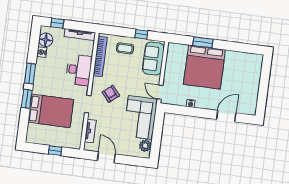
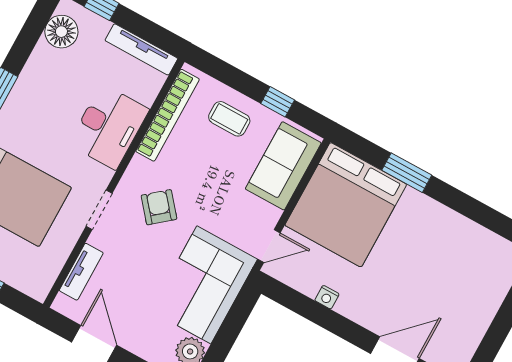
nightstand: (42, 52) -> (42, 55), removed
bed: (204, 67) -> (346, 205), moved
door: (160, 92) -> (269, 246), swing flipped

